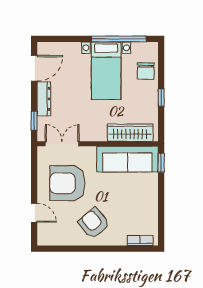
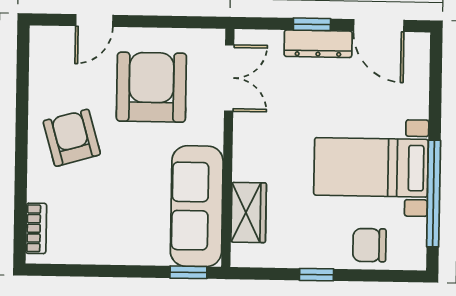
window: (34, 121) -> (312, 24), moved
wardrobe: (130, 133) -> (249, 212), width x0.67
armchair: (94, 223) -> (72, 138), turned -66

